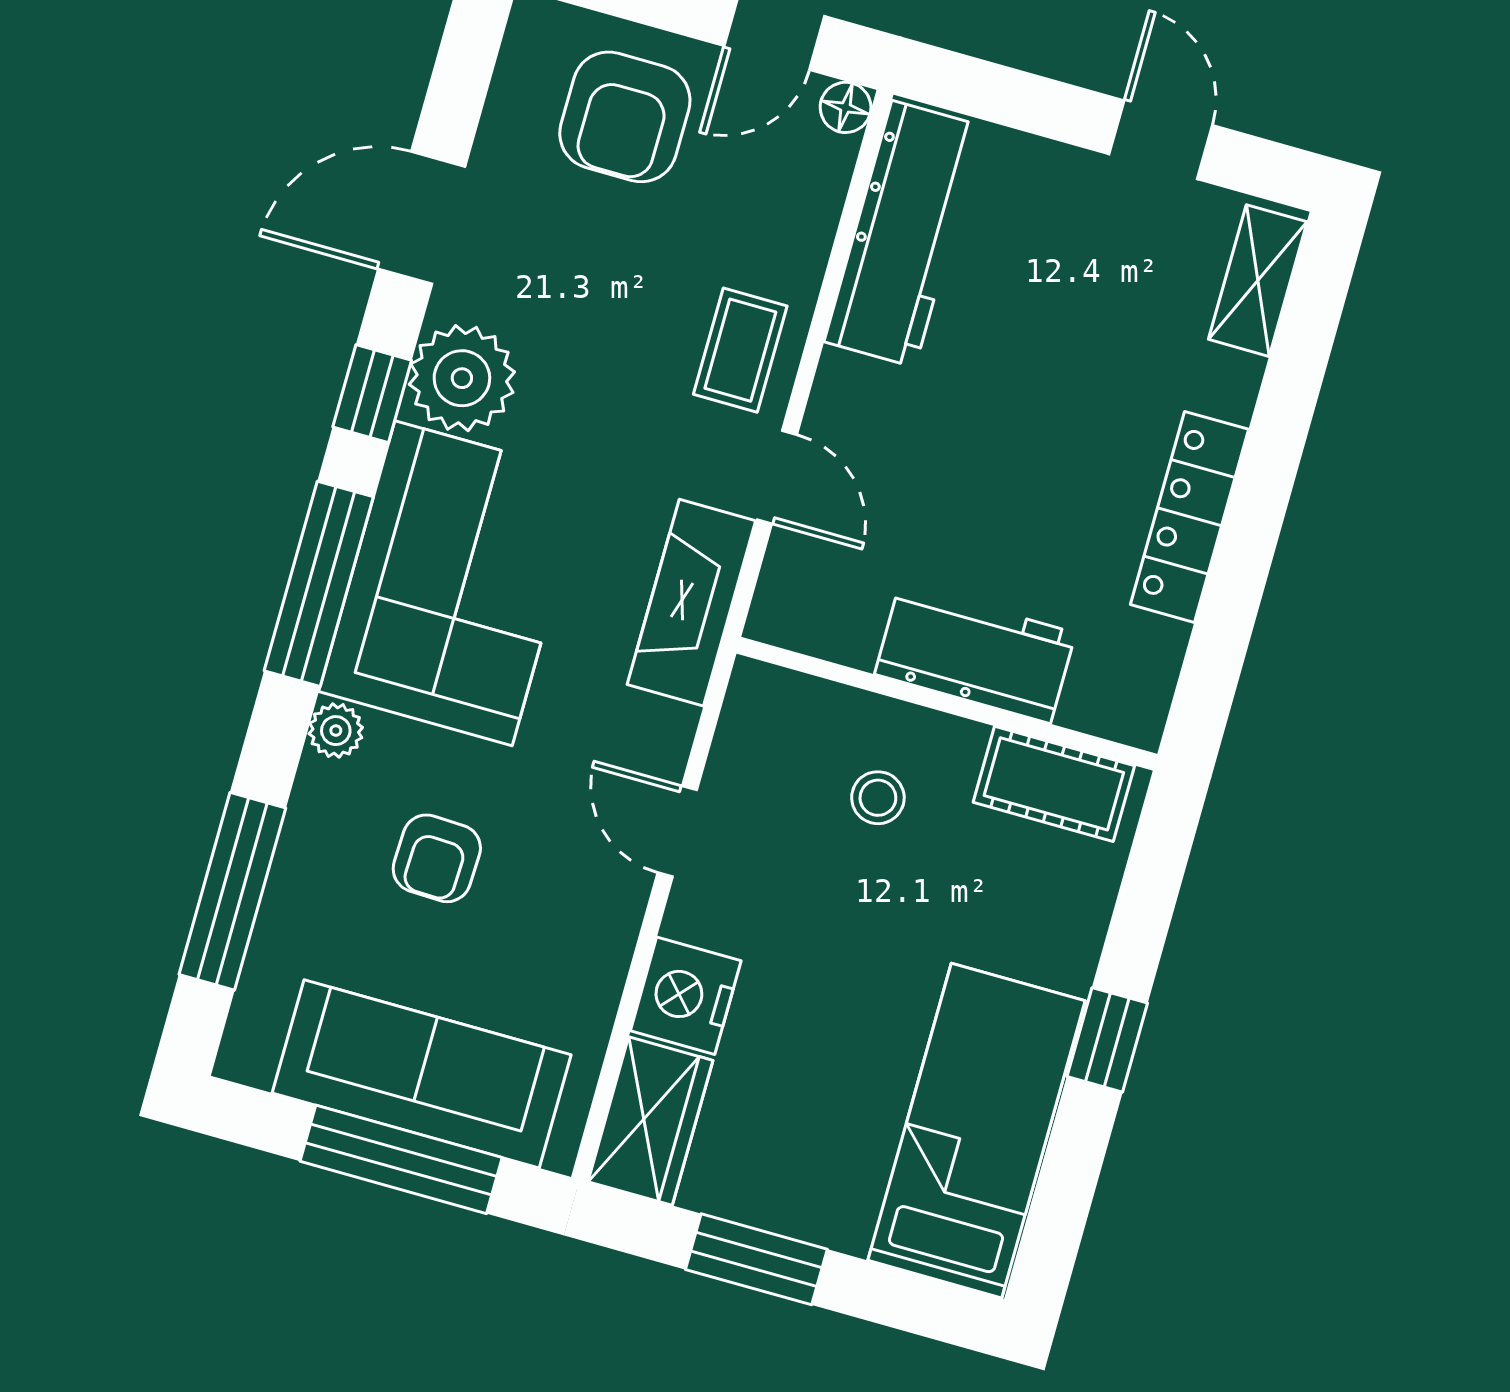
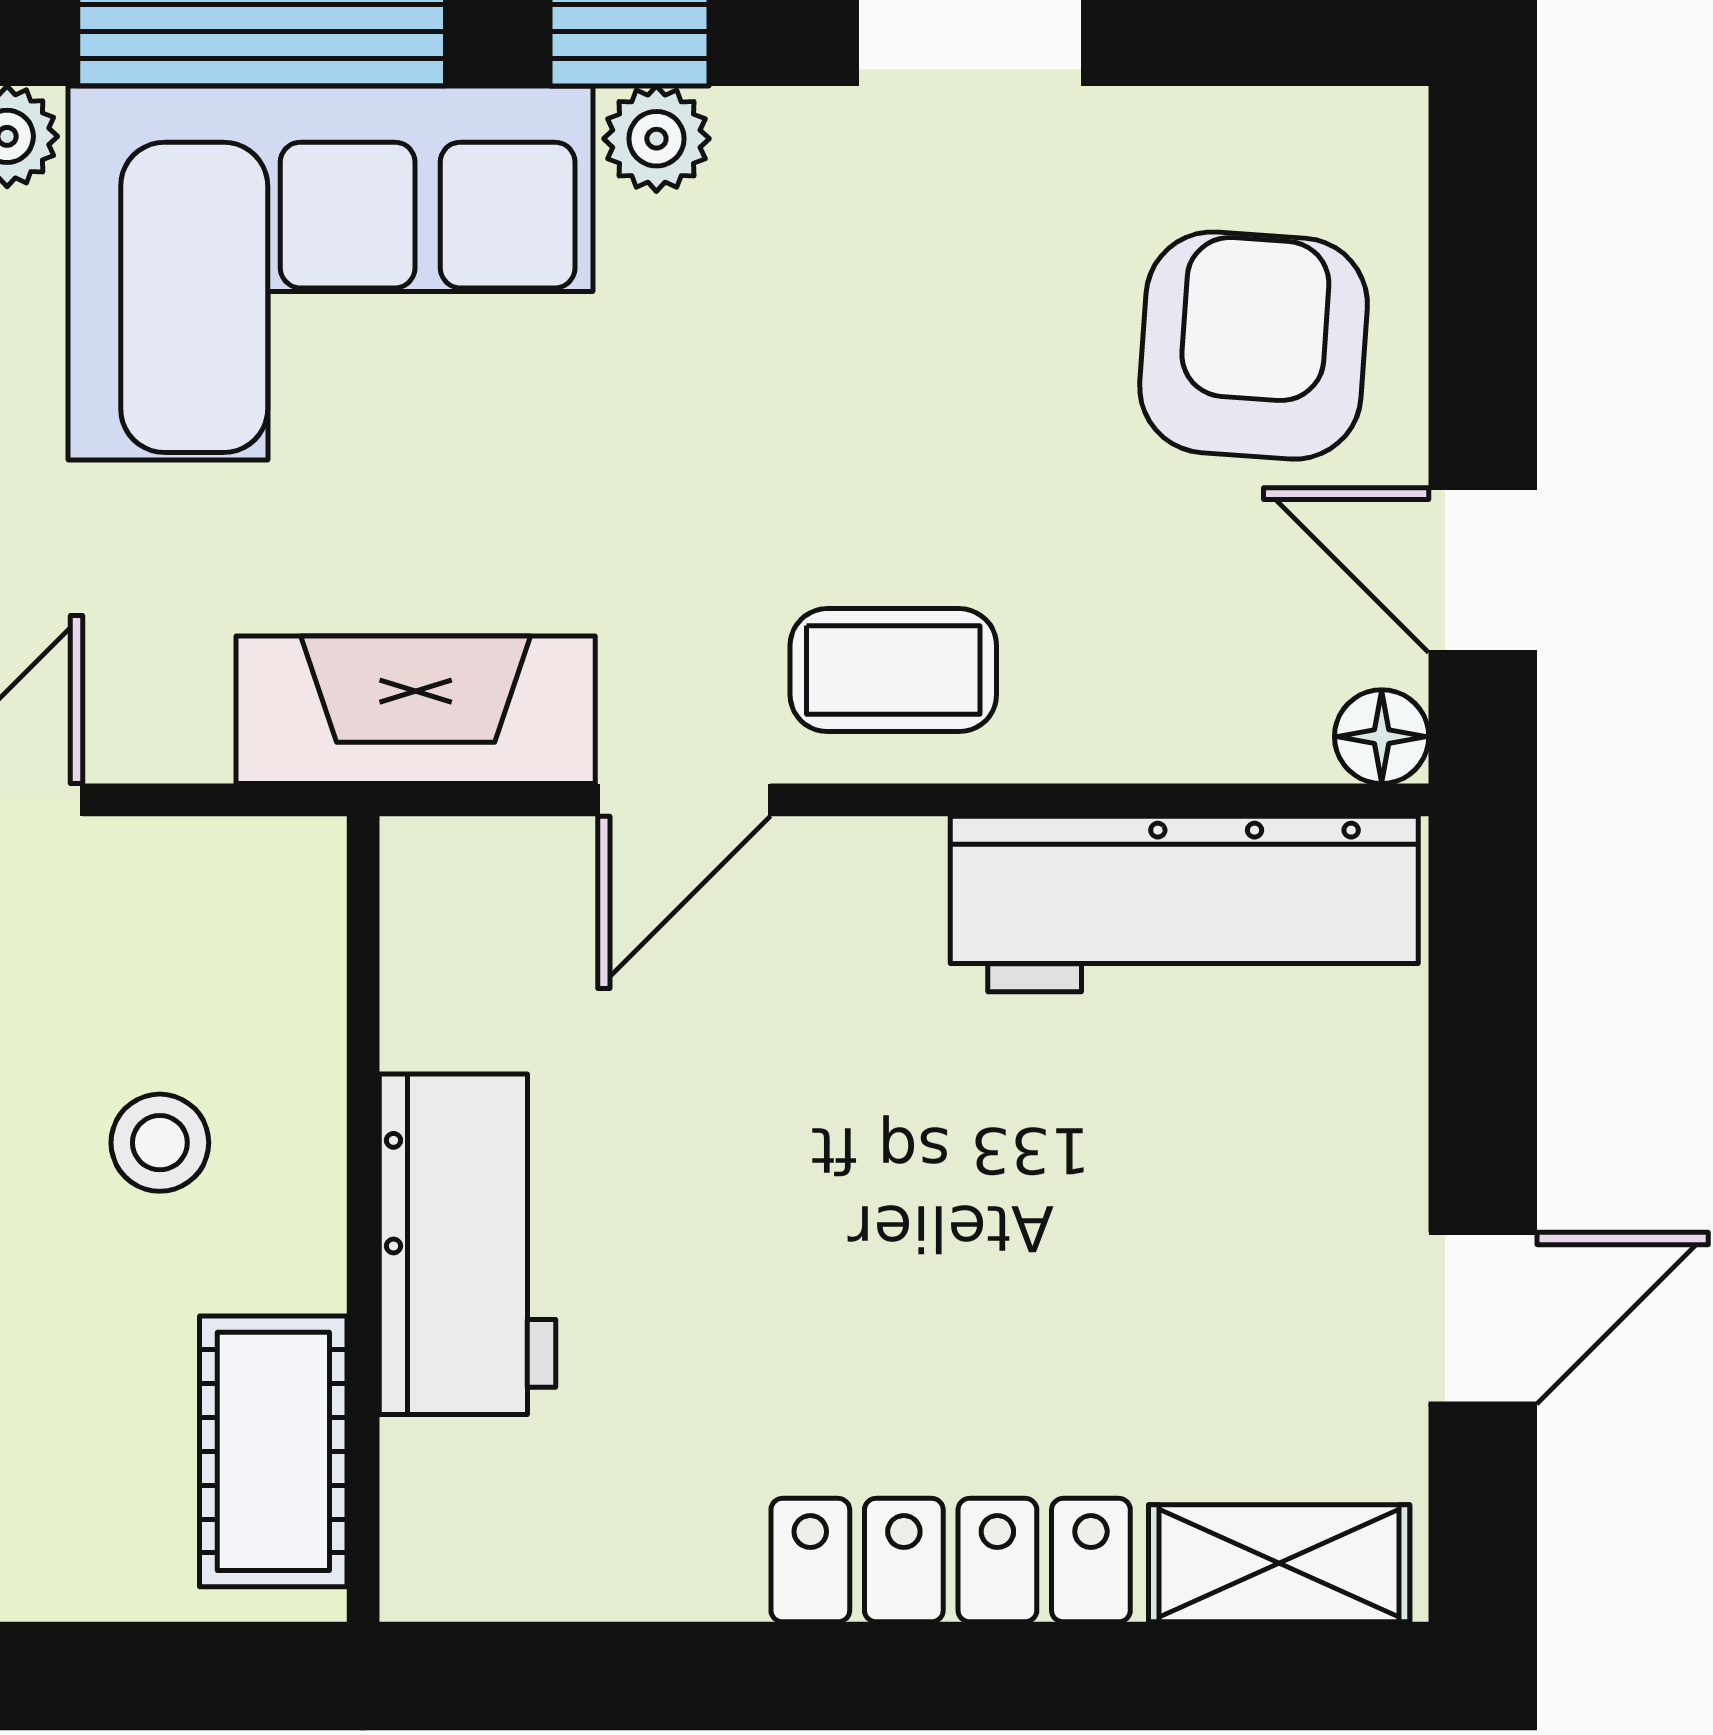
armchair: (625, 117) -> (1254, 346), turned 94
plant: (462, 378) -> (656, 139), width x0.53, depth x0.53
locker: (1190, 517) -> (951, 1560), moved

